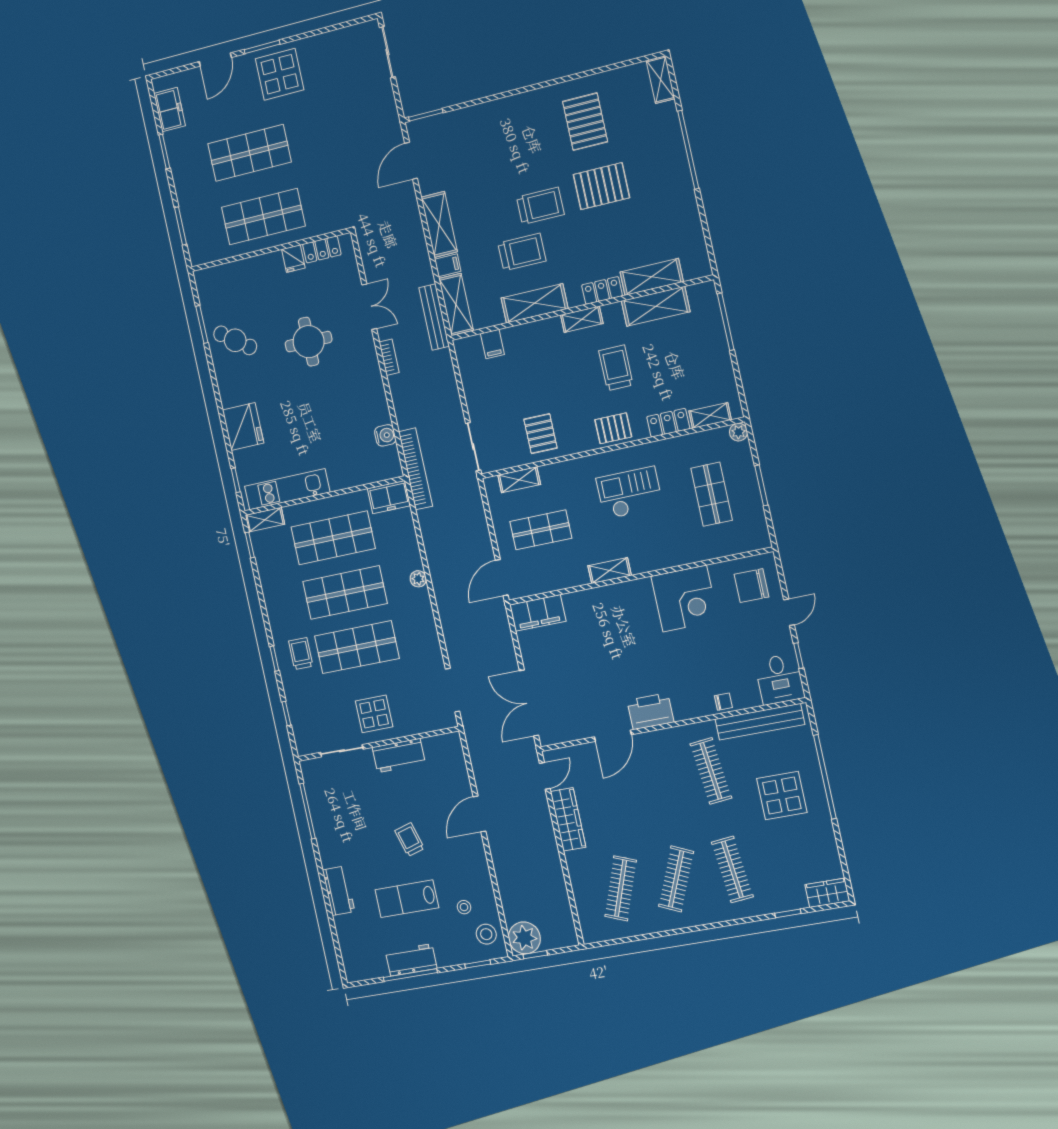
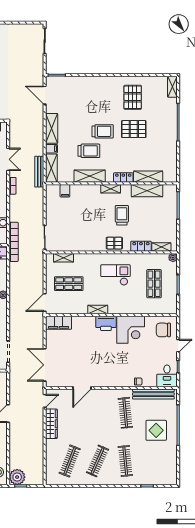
door: (411, 161) -> (45, 95), hinge flipped
pallet: (540, 434) -> (79, 238), removed
printer: (650, 711) -> (106, 323), moved, turned 180
wardrobe: (827, 893) -> (167, 479), removed

